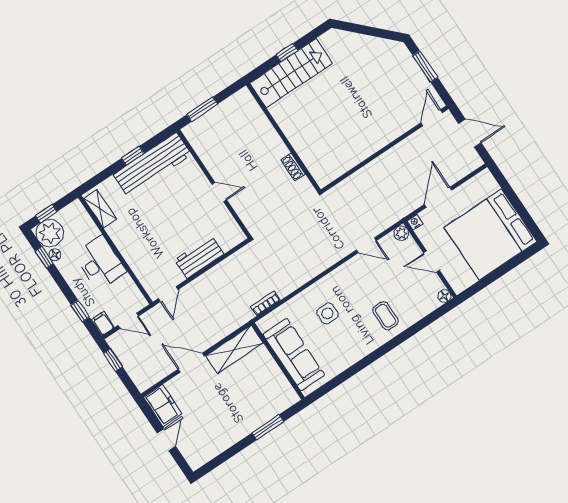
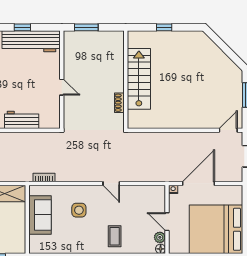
stairs: (291, 73) -> (139, 79), moved, turned -90
door: (438, 197) -> (198, 183), width x1.36
plant: (401, 233) -> (160, 237), moved
door: (366, 245) -> (111, 183), moved
sofa: (294, 355) -> (40, 215), width x0.73

